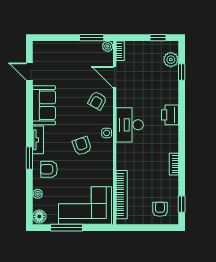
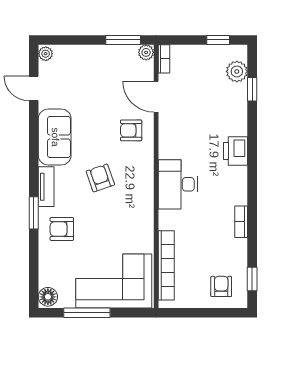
armchair: (97, 101) -> (131, 130), turned 61
desk: (130, 125) -> (178, 184), moved
side table: (107, 133) -> (145, 177), removed
armchair: (82, 146) -> (100, 178), moved
plant: (38, 194) -> (46, 54), moved

